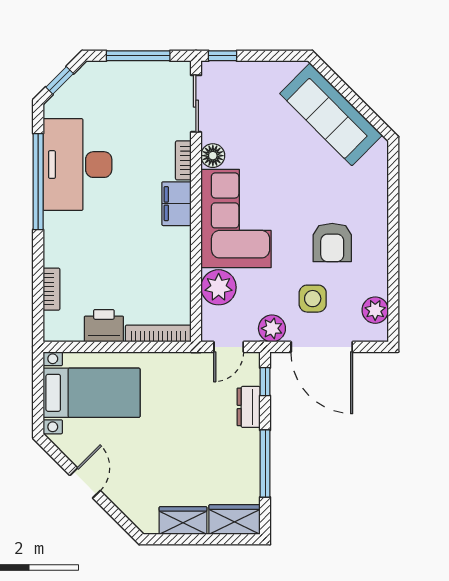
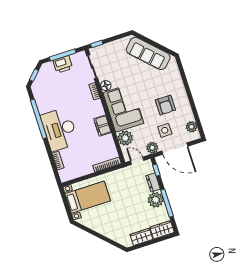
desk: (77, 165) -> (59, 129), moved
filing cabinet: (176, 204) -> (102, 126), moved
printer: (104, 326) -> (63, 64), moved, turned 180
door: (229, 347) -> (137, 161), swing flipped
plant: (242, 448) -> (156, 200), added
door: (85, 483) -> (97, 234), removed

